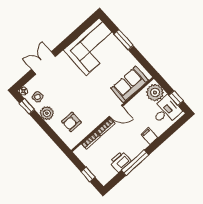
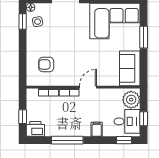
sofa: (130, 84) -> (130, 68), moved, turned -90
door: (116, 111) -> (88, 87), swing flipped
plant: (47, 113) -> (33, 41), removed
window: (176, 126) -> (124, 140), added
printer: (120, 162) -> (35, 129), moved

